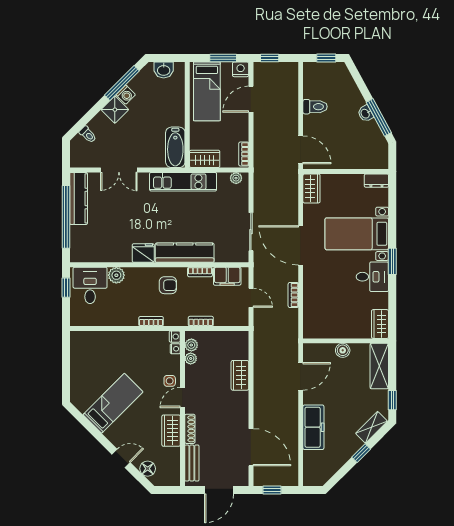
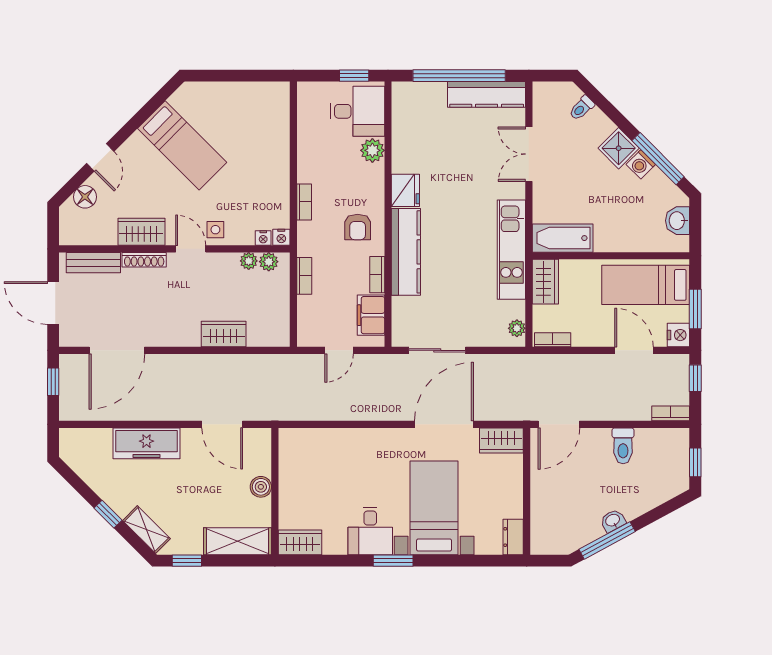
door: (301, 245) -> (444, 424), moved
bookcase: (293, 295) -> (671, 413), moved

